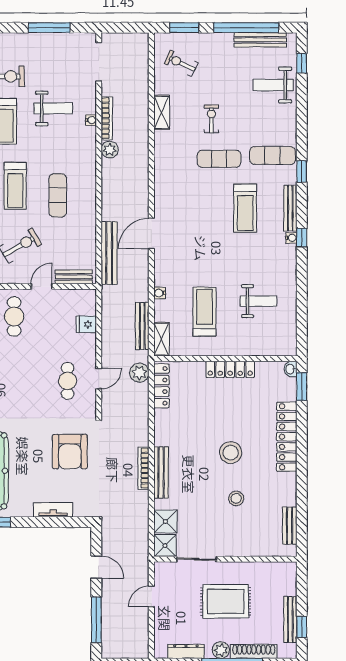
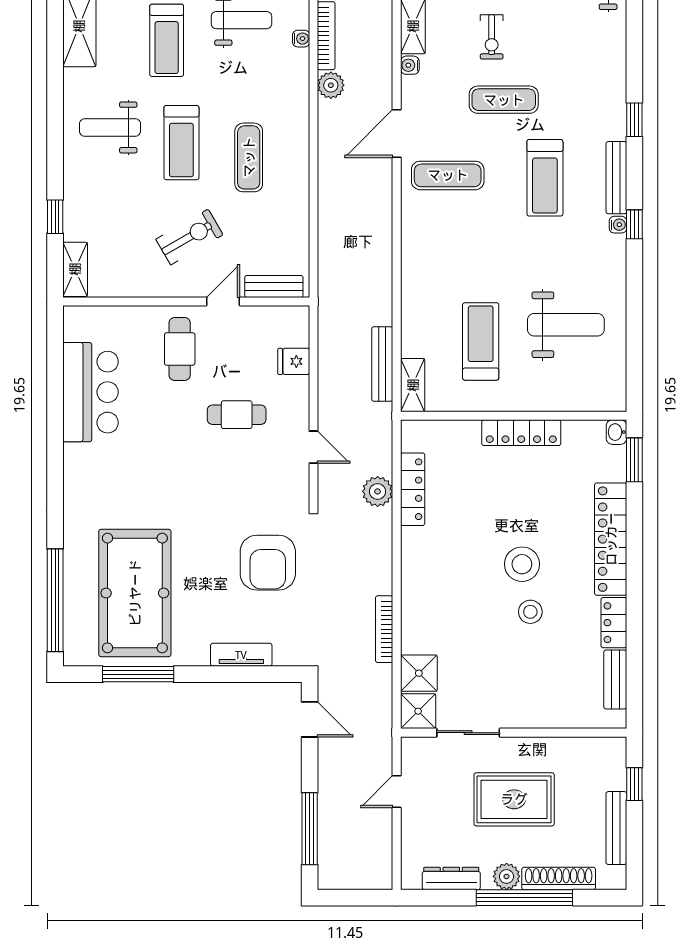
exercise bike: (211, 119) -> (492, 37), turned 180
exercise mat: (272, 155) -> (448, 175), moved
door: (151, 234) -> (397, 134), moved
bench: (109, 253) -> (330, 249), removed
water cooler: (160, 293) -> (410, 65), moved
weight bench: (258, 301) -> (566, 325), width x1.36, depth x1.33
plant: (139, 373) -> (378, 491), moved
door: (99, 379) -> (314, 447), hinge flipped
cafe table: (68, 381) -> (237, 415), moved, turned 90
locker: (161, 386) -> (413, 489), moved
bookcase: (143, 468) -> (384, 629), moved
bench: (161, 472) -> (412, 596), removed
locker: (289, 490) -> (614, 623), added
stool: (236, 498) -> (530, 612), moved
door: (96, 567) -> (310, 719), moved
window: (302, 627) -> (634, 784), moved

